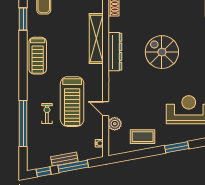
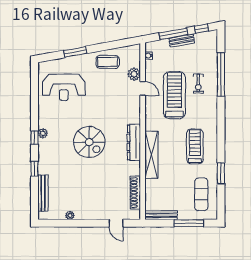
treadmill: (38, 56) -> (195, 146), moved

